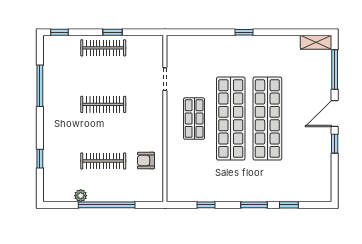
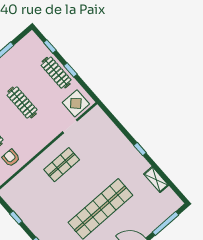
window: (59, 32) -> (50, 46), moved
shelving: (316, 42) -> (156, 180), moved
display table: (148, 55) -> (76, 103), added
shop shelf: (231, 119) -> (81, 187), removed

